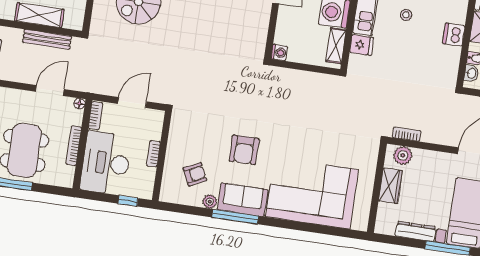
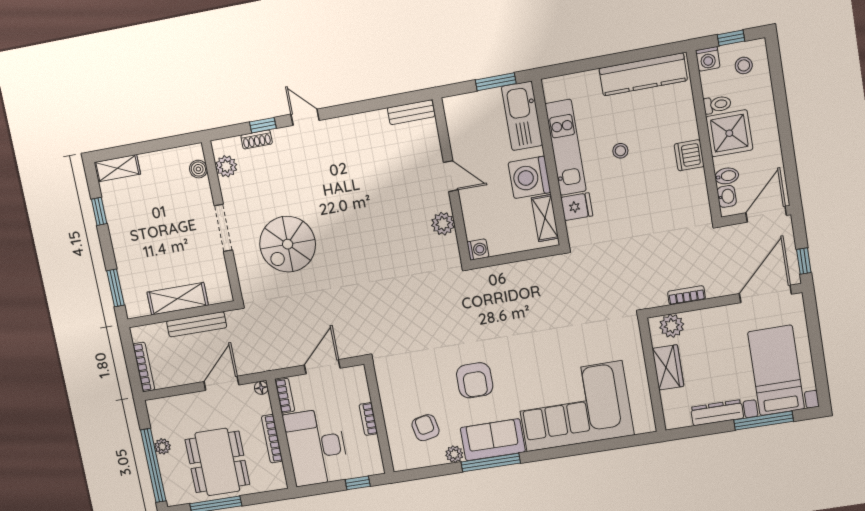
plant: (260, 25) -> (443, 224), added
bookcase: (407, 134) -> (686, 295), moved
armchair: (195, 174) -> (426, 428), turned -76

